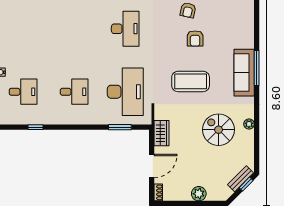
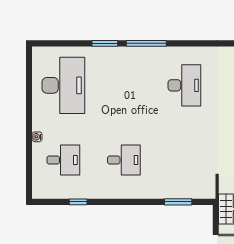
desk: (125, 92) -> (63, 85), moved

